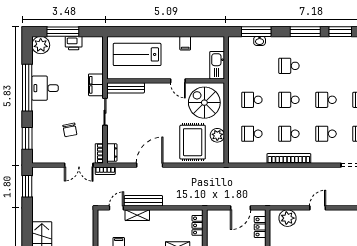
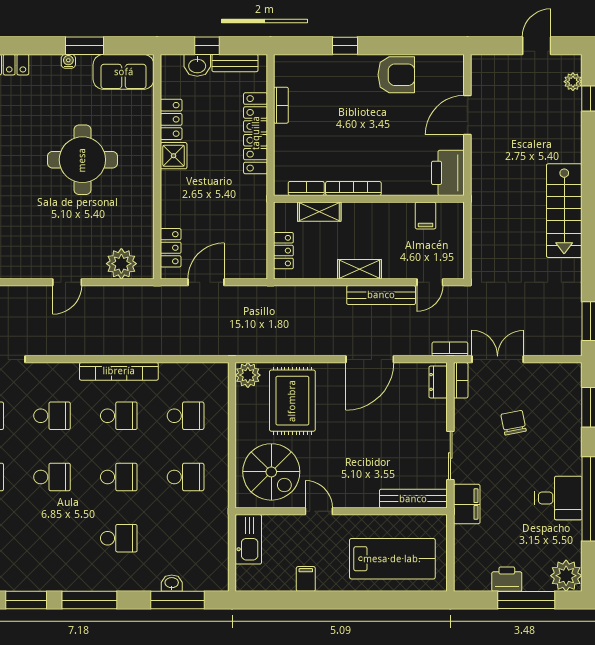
plant: (217, 135) -> (248, 375), moved
shelving: (137, 215) -> (359, 269), moved

